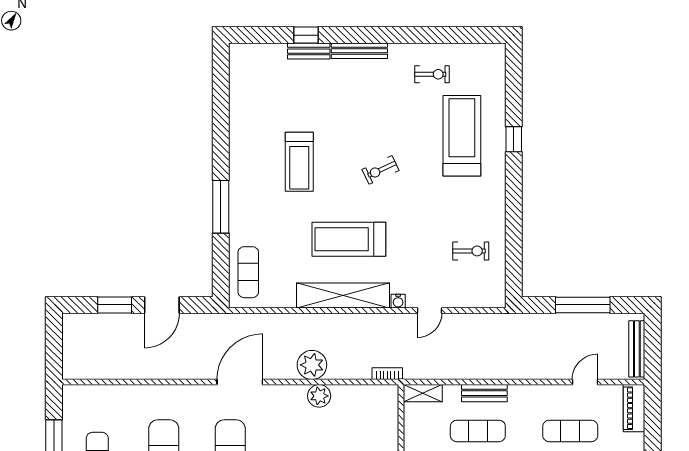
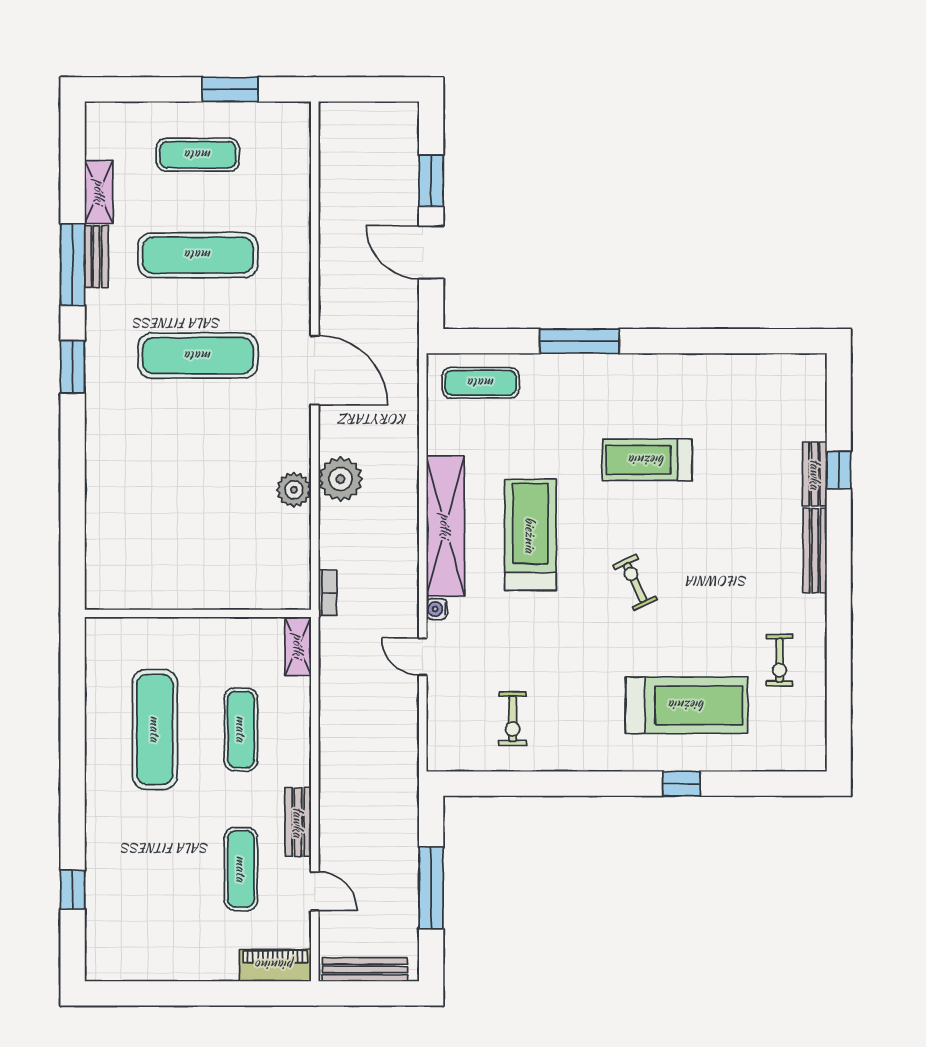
bench: (484, 393) -> (298, 822), moved

